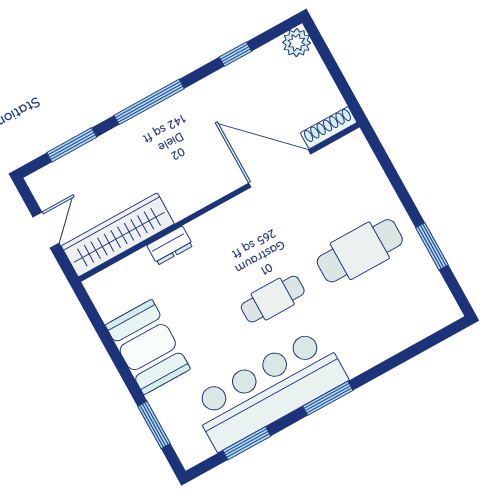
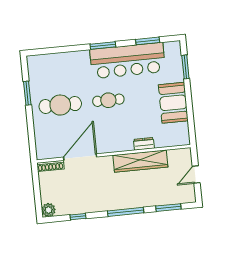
door: (280, 169) -> (80, 157), swing flipped
wardrobe: (118, 235) -> (140, 161), moved

